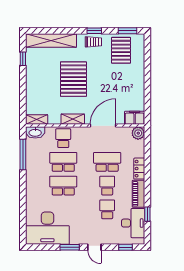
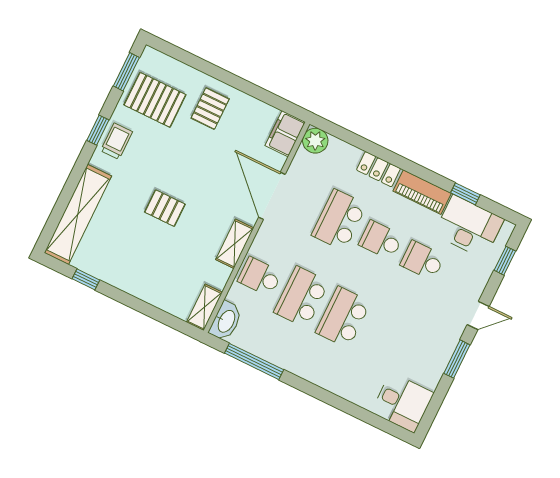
pallet: (129, 78) -> (210, 109), added
pallet: (73, 79) -> (165, 208), width x0.49, depth x0.50
desk: (47, 228) -> (402, 402), width x0.53, depth x0.77

